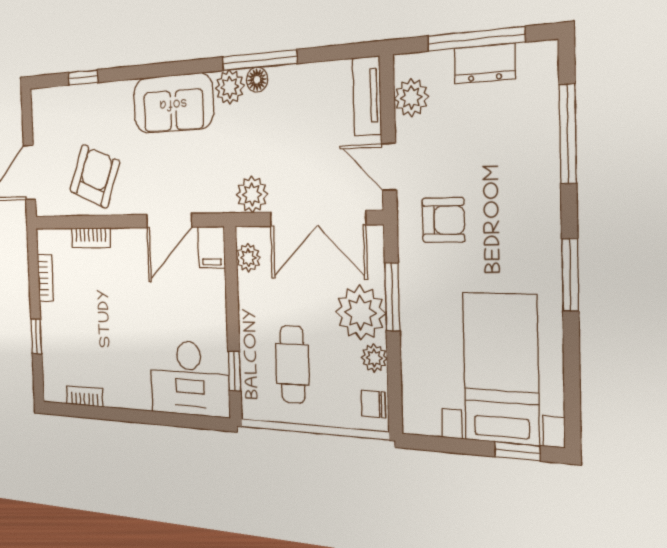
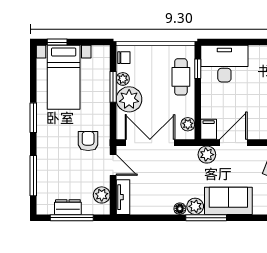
window: (259, 60) -> (206, 218), moved
plant: (252, 194) -> (207, 155), moved
armchair: (443, 220) -> (88, 141), turned 90
window: (392, 297) -> (113, 87), moved
cafe table: (292, 364) -> (181, 77), moved

